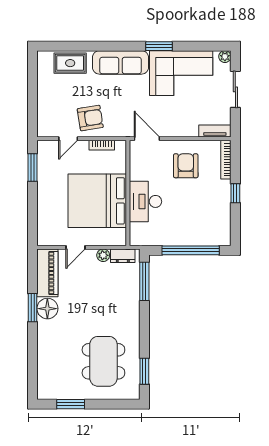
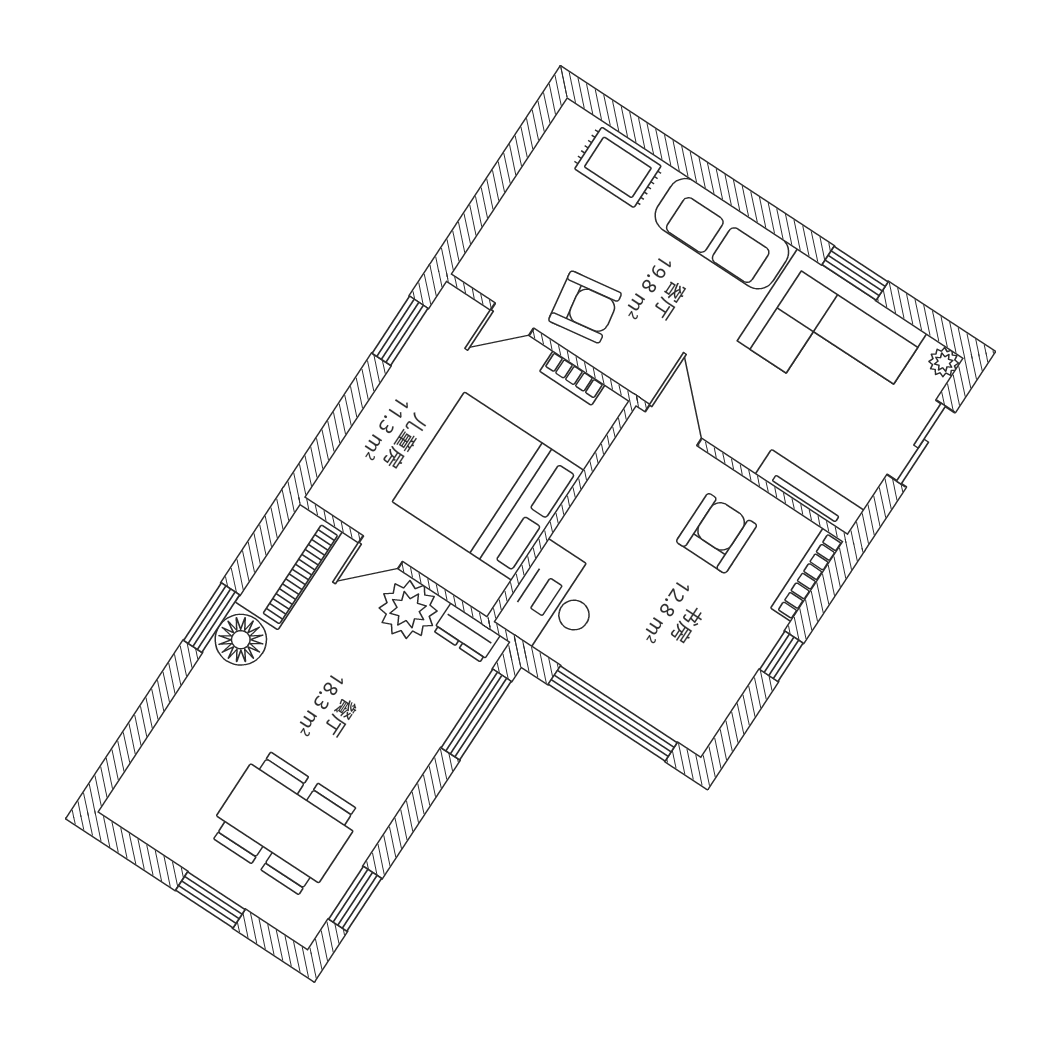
window: (159, 46) -> (855, 273), moved
tv unit: (215, 131) -> (810, 492), width x1.41
desk: (145, 201) -> (554, 602), moved
plant: (103, 255) -> (408, 610), width x1.88, depth x1.88
dining table: (103, 361) -> (285, 823), turned 90
window: (71, 404) -> (210, 900), moved

